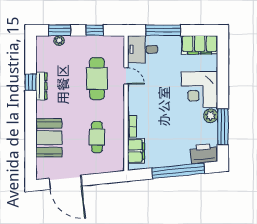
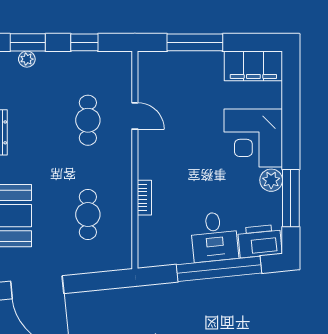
desk: (143, 49) -> (214, 237), moved, turned -96
cafe table: (97, 79) -> (88, 120), width x0.73, depth x0.74
filing cabinet: (136, 151) -> (151, 237), removed

